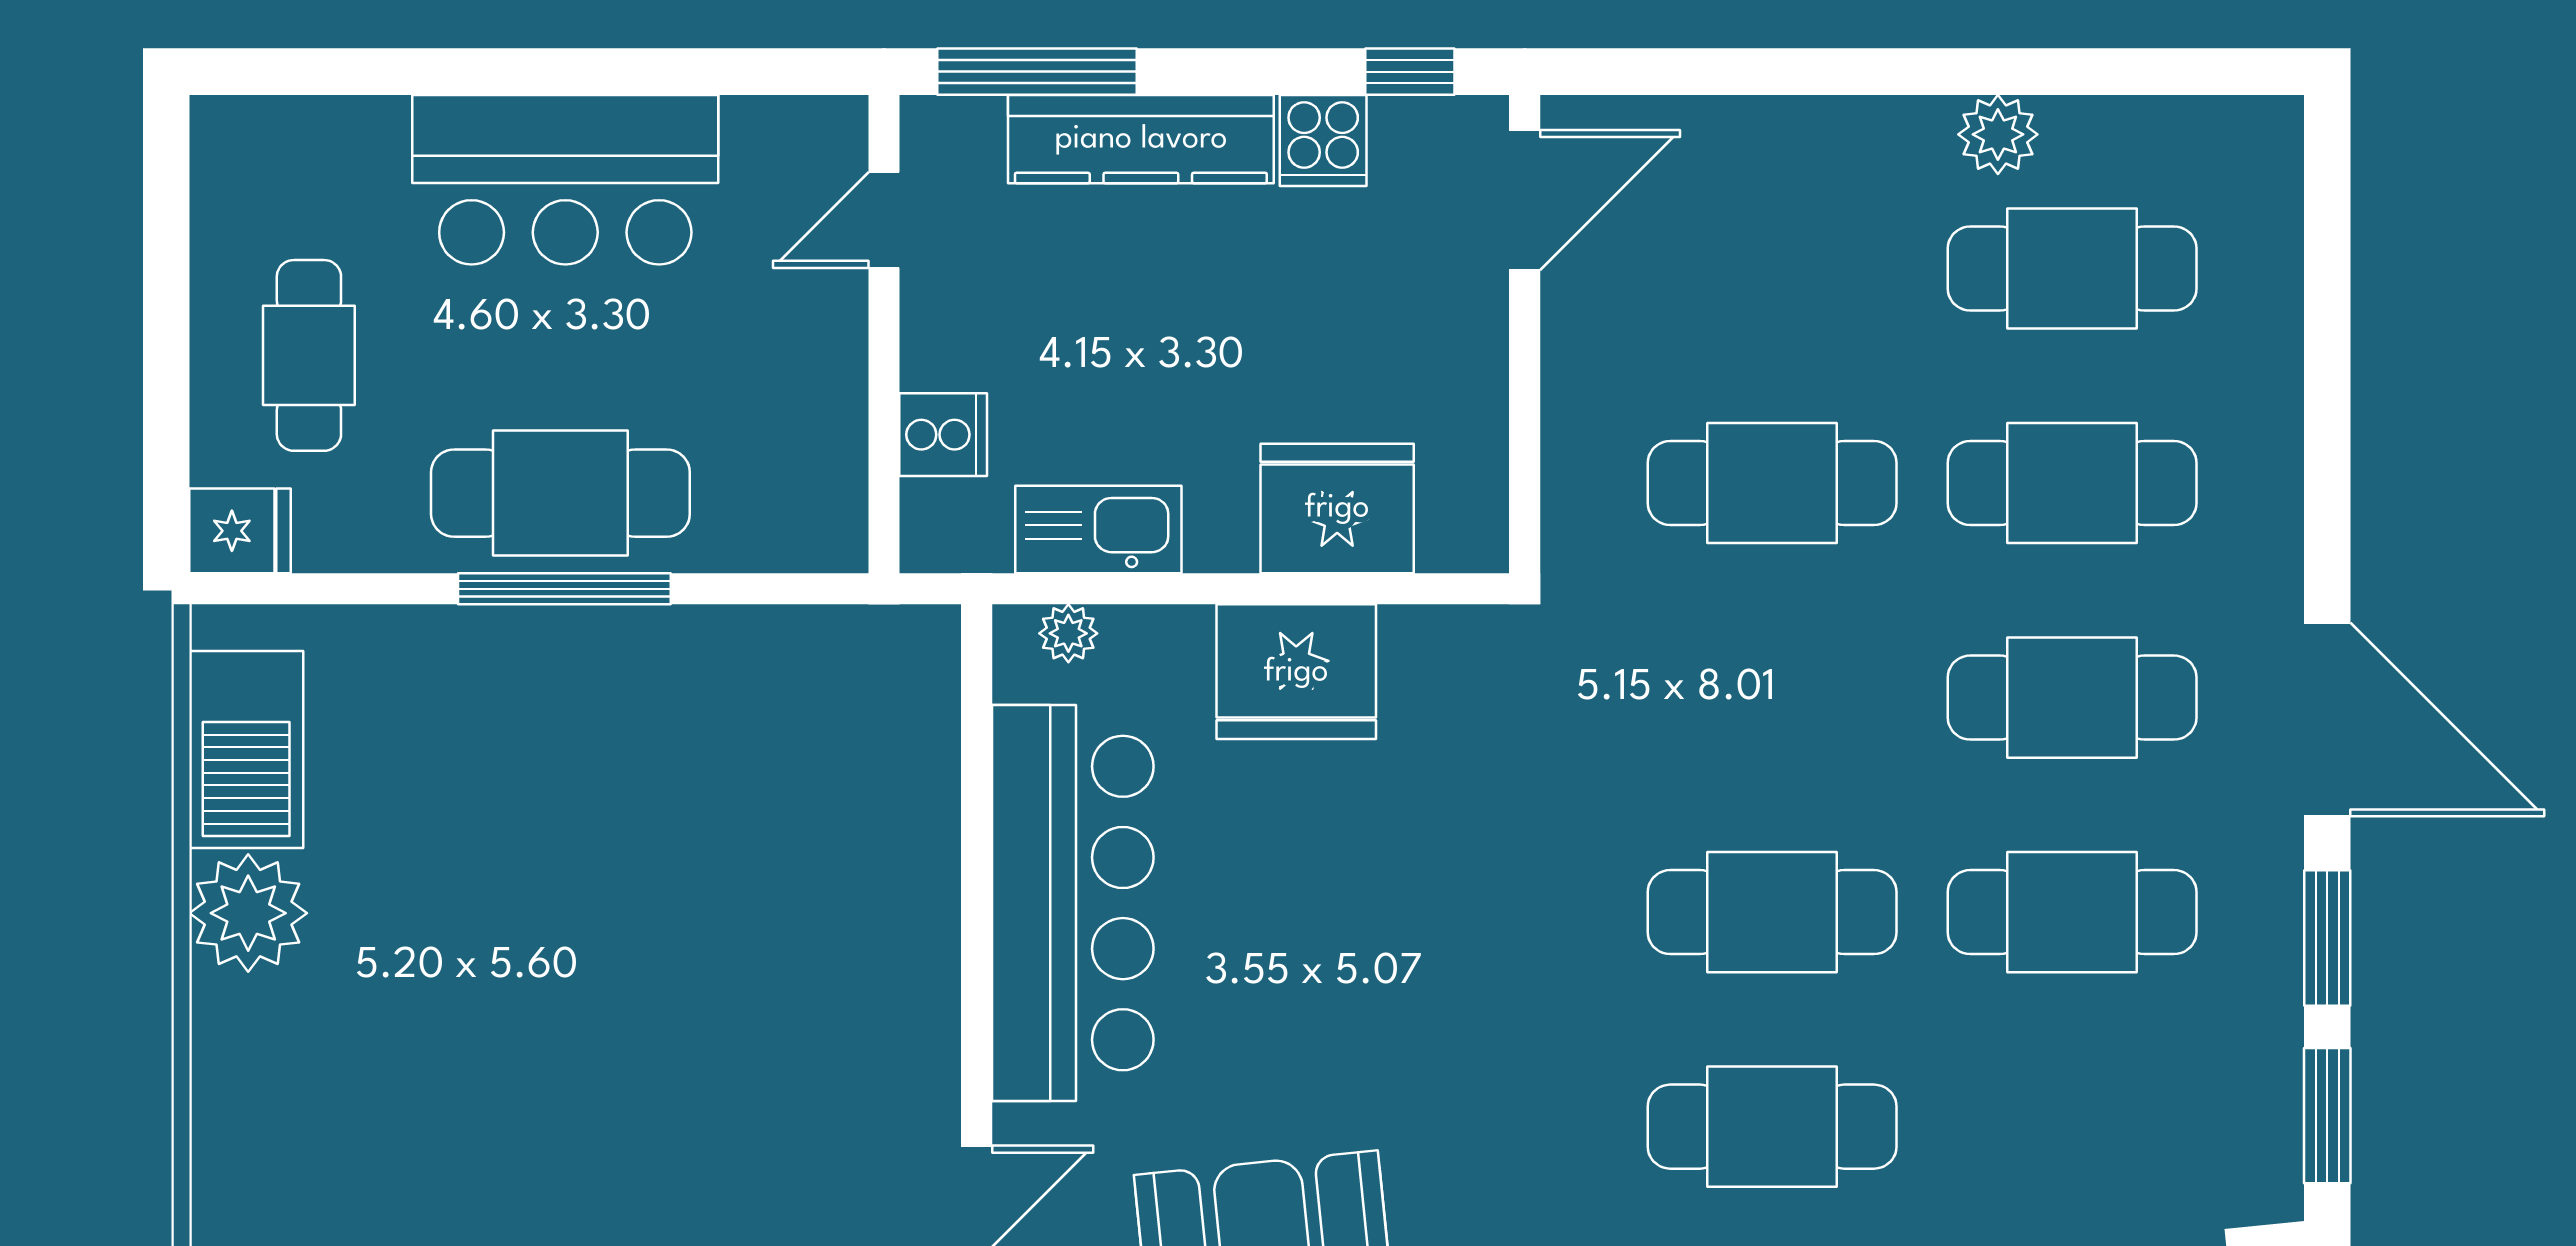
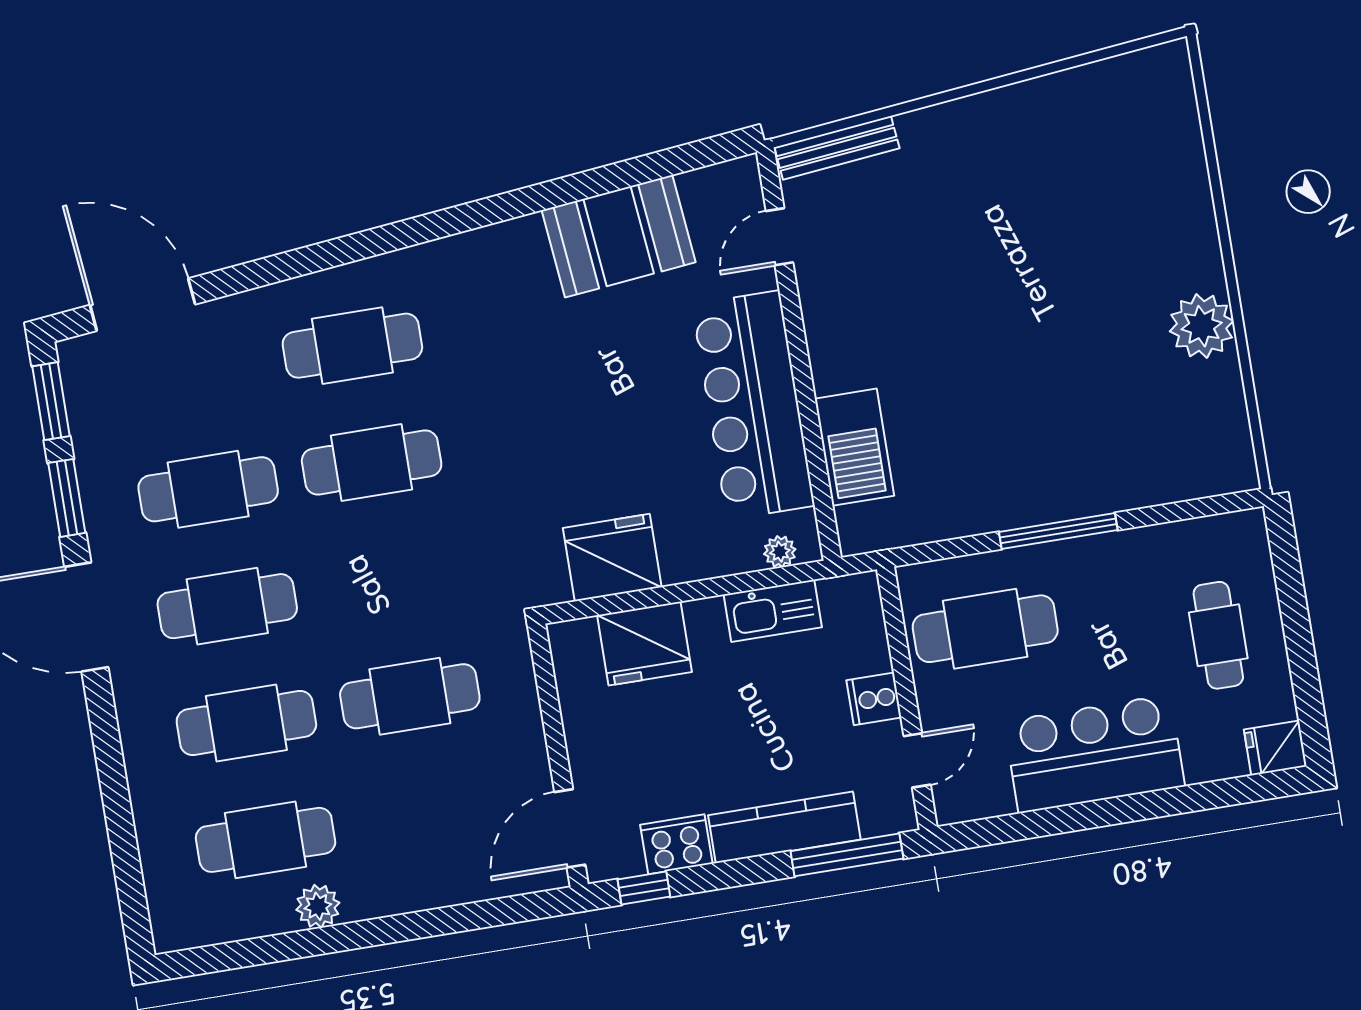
cooker: (1323, 140) -> (676, 844), width x1.36
cooker: (943, 435) -> (874, 699), moved
cafe table: (560, 493) -> (985, 629), moved
fridge: (240, 531) -> (1275, 748), moved
fridge: (1296, 672) -> (612, 558), moved
barbecue: (246, 749) -> (854, 447), moved, turned 180

